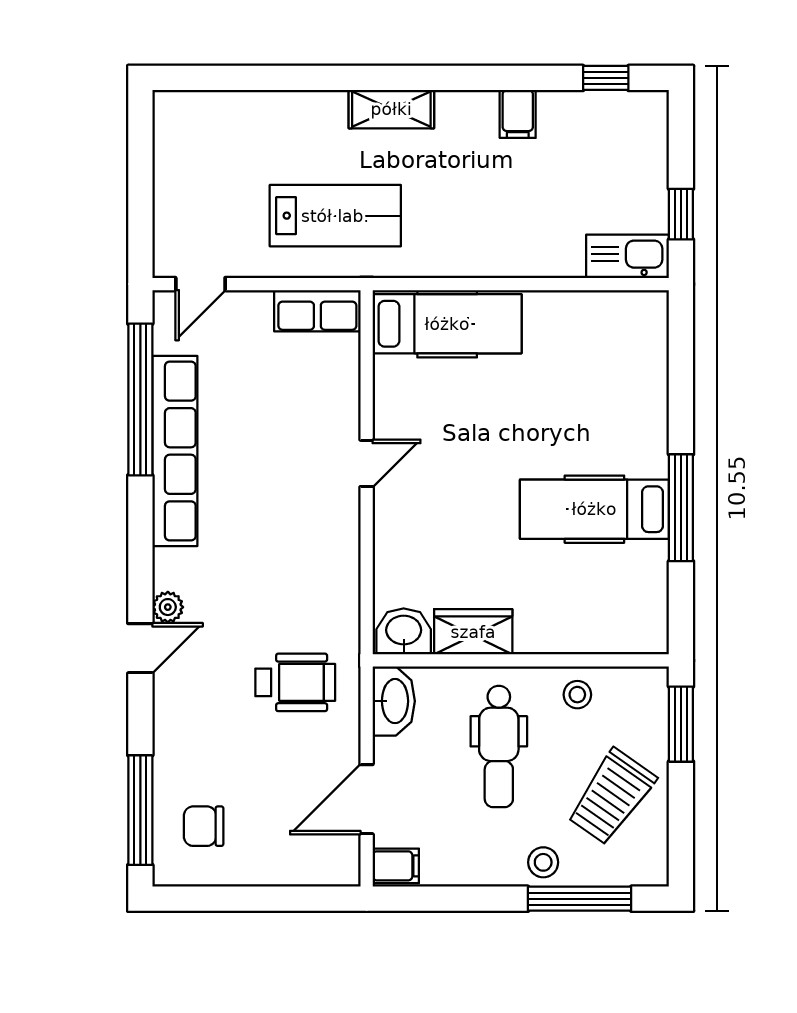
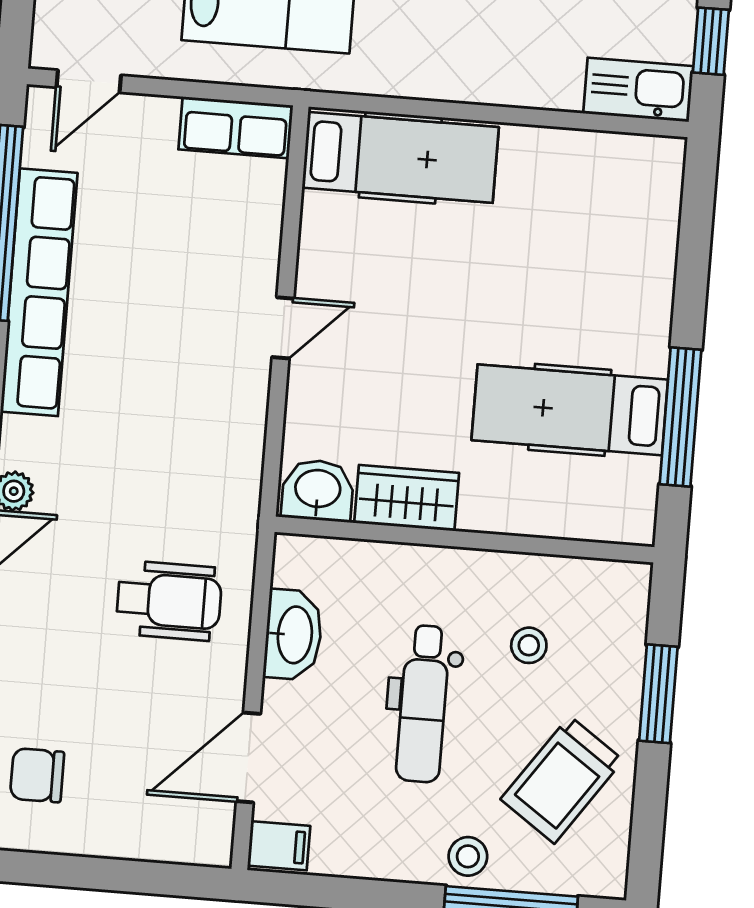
washbasin: (404, 631) -> (318, 490), moved
wardrobe: (473, 632) -> (407, 498), moved
wall: (521, 660) -> (464, 539), moved

